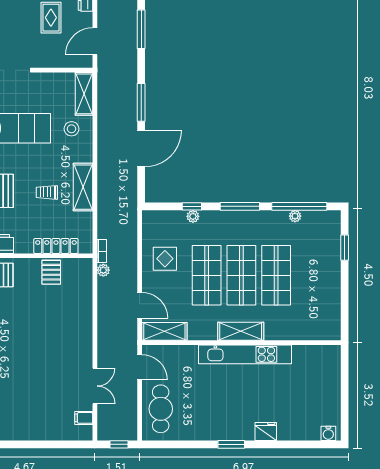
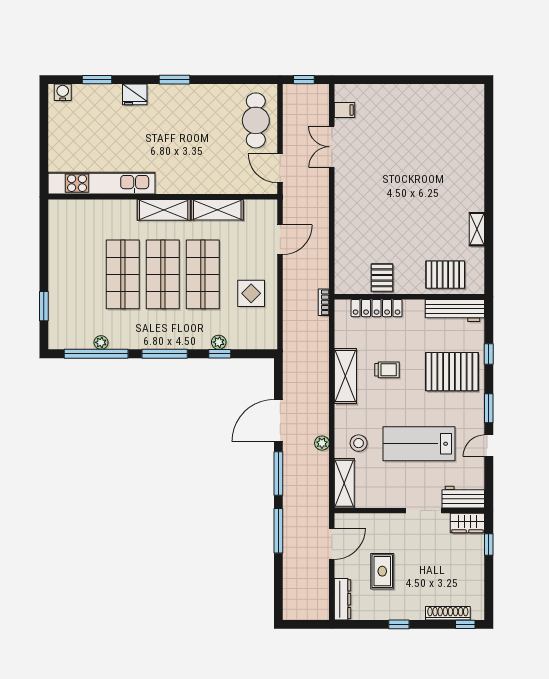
window: (141, 29) -> (278, 531), moved
plant: (103, 270) -> (322, 443), moved
door: (140, 305) -> (280, 240), swing flipped
shelving: (164, 331) -> (217, 210), moved
kitchen unit: (245, 354) -> (102, 183), moved
window: (299, 444) -> (97, 80), added

